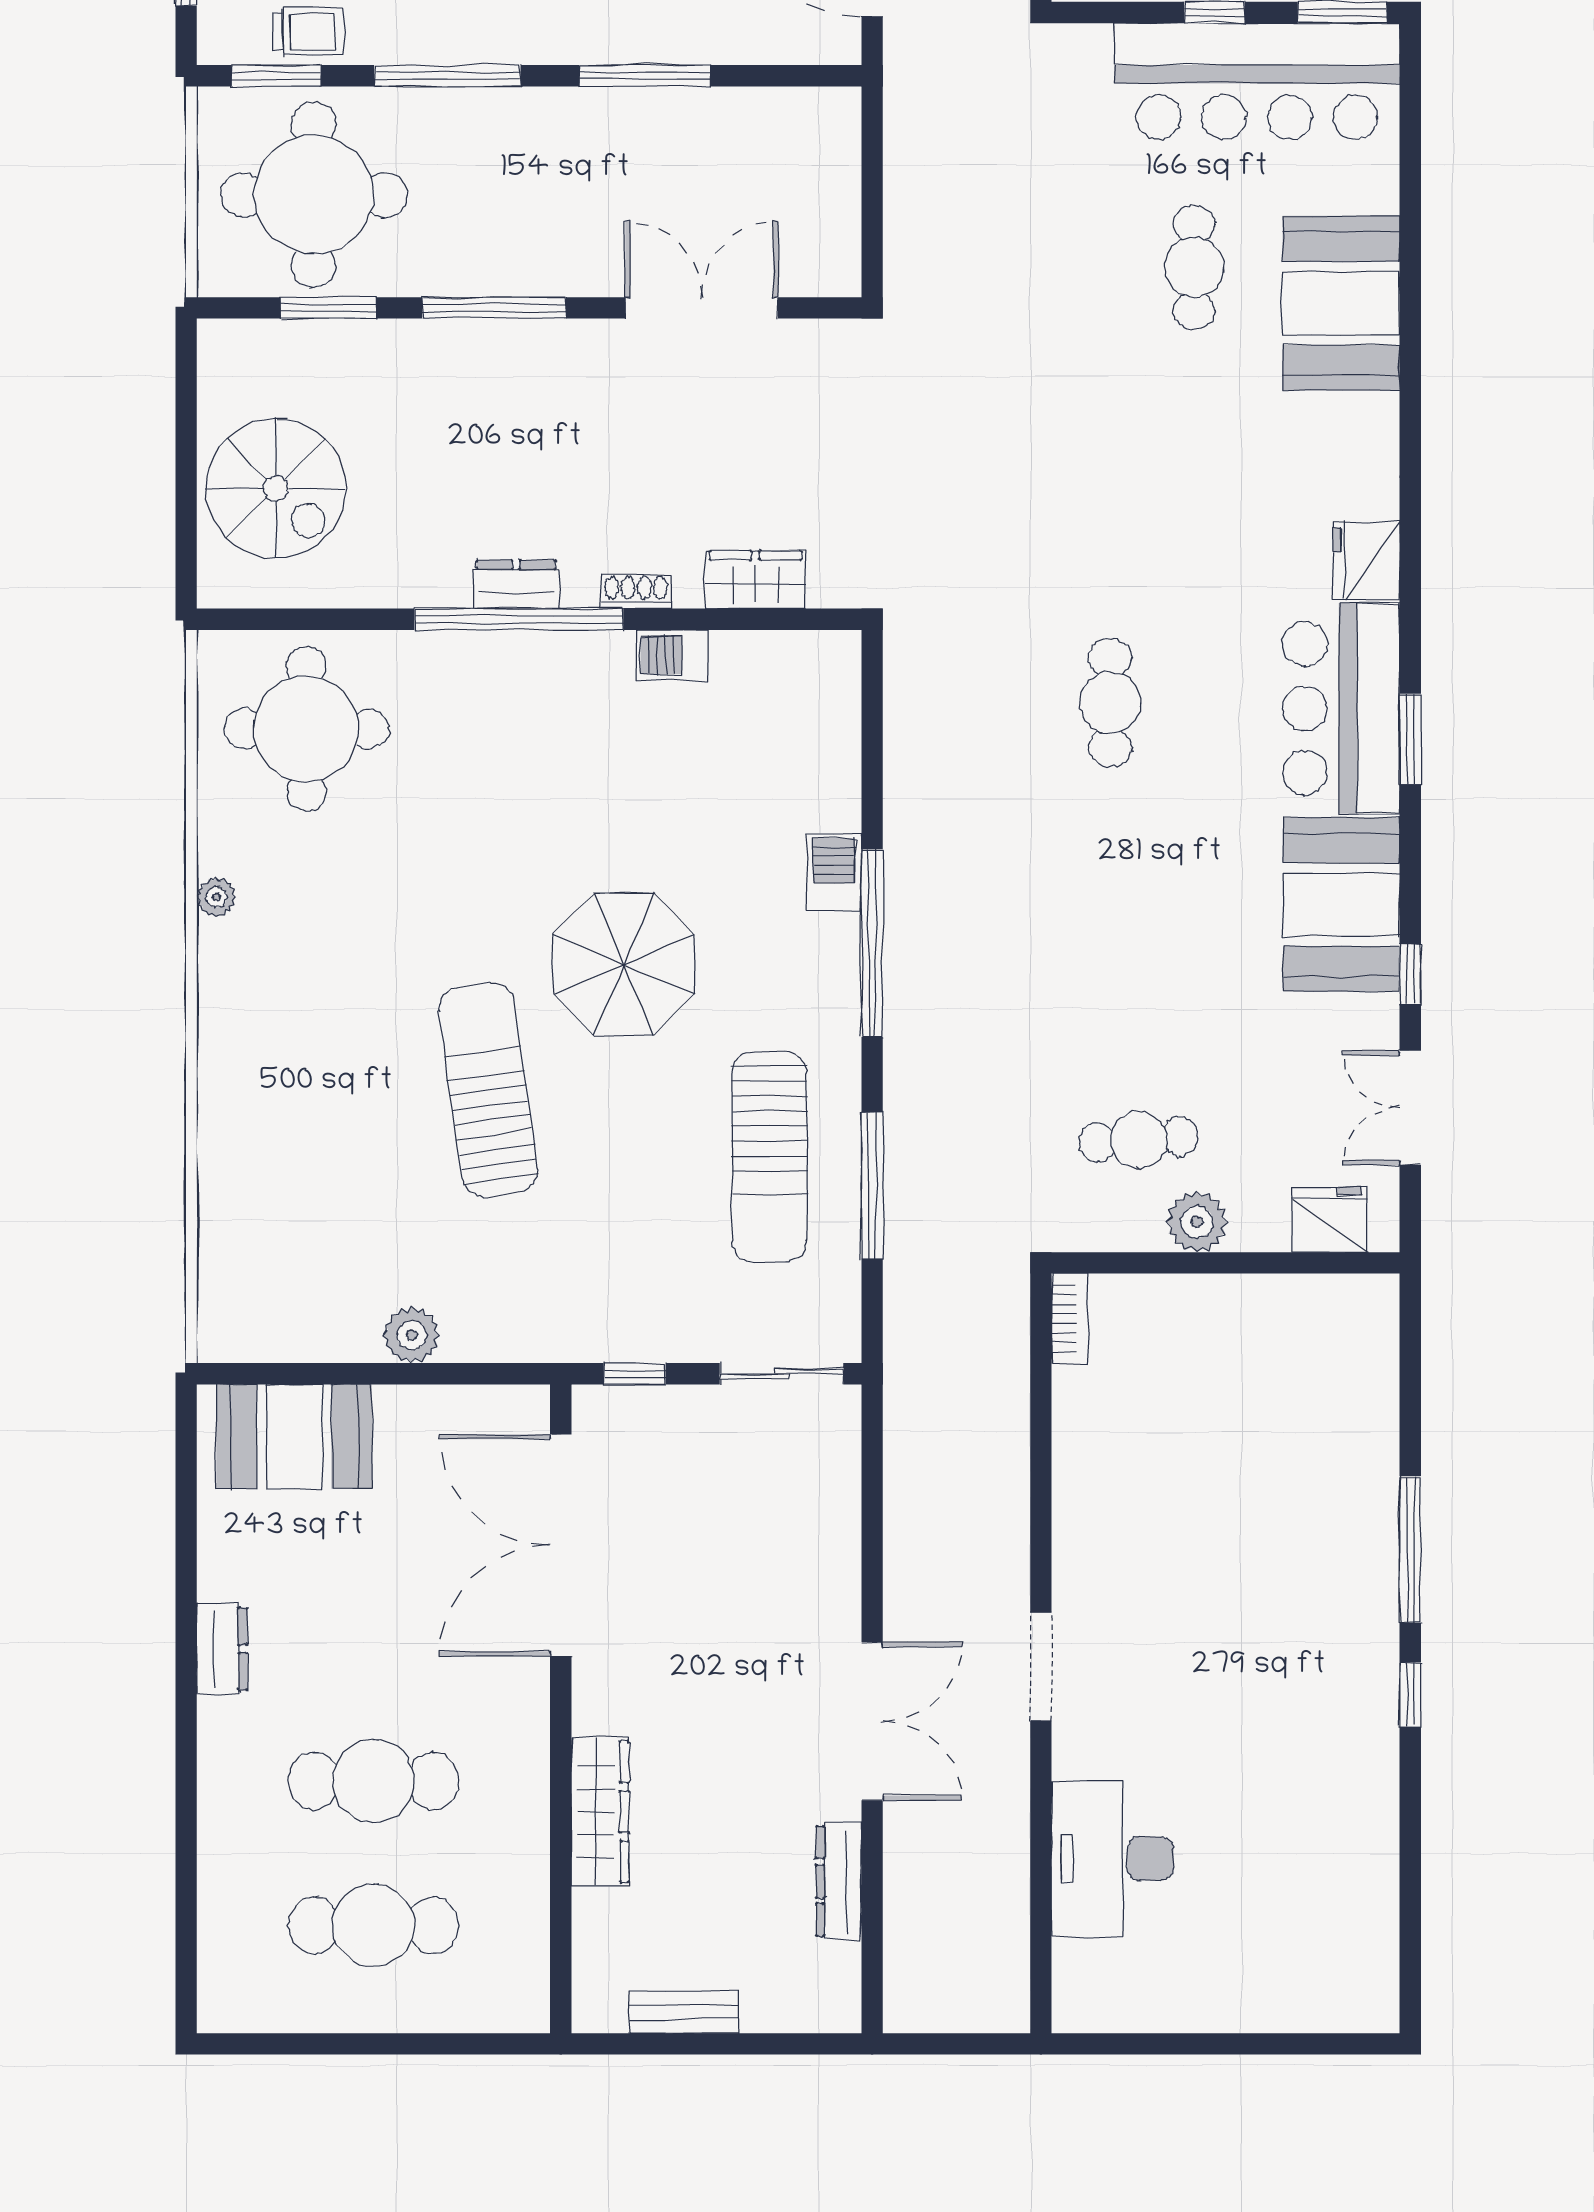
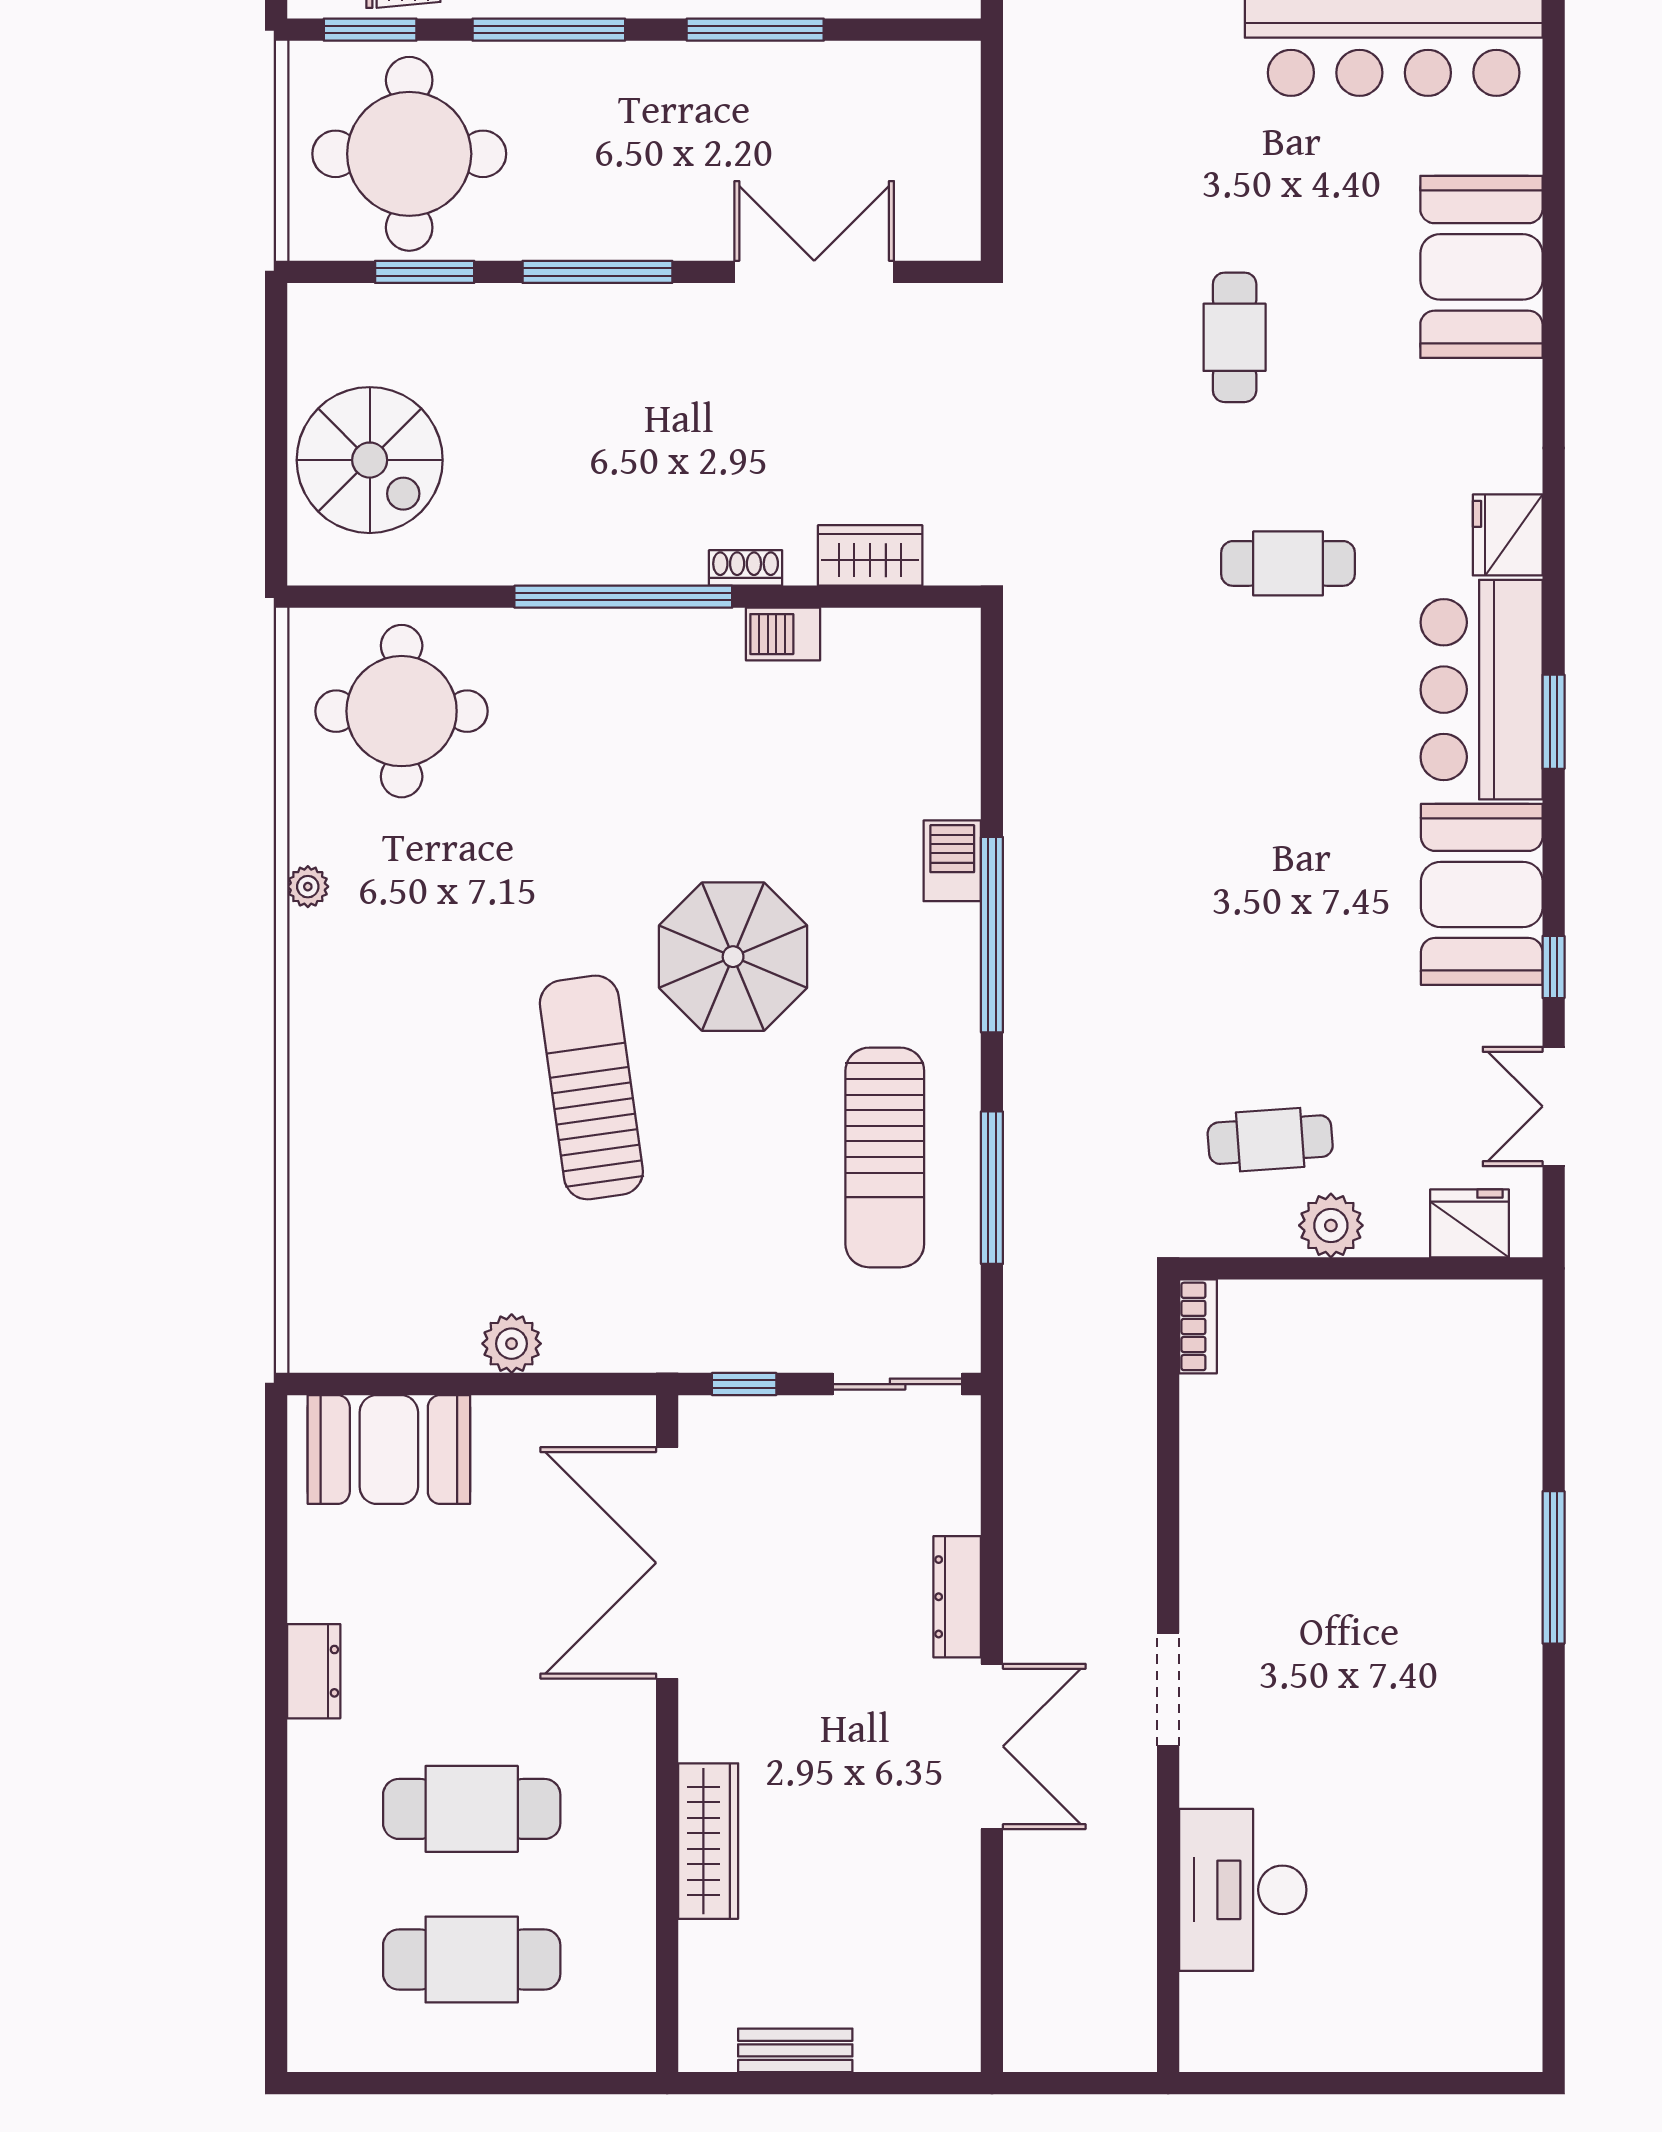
cafe table: (1194, 267) -> (1235, 337), moved
dresser: (516, 584) -> (620, 560), removed
cafe table: (1110, 703) -> (1288, 563), moved, turned 90
window: (1410, 1695) -> (1554, 1719), removed
dresser: (839, 1881) -> (957, 1597), moved

